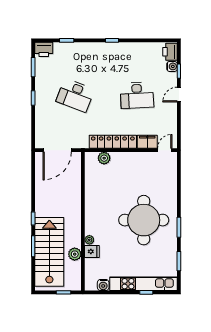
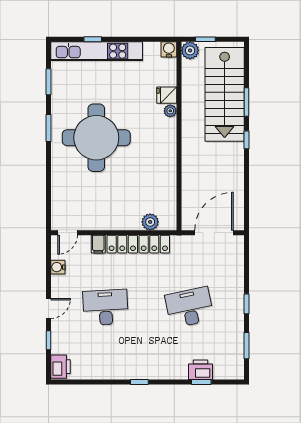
printer: (44, 49) -> (201, 370), moved
water cooler: (172, 66) -> (58, 267), moved
desk: (75, 95) -> (189, 307), turned -33
filing cabinet: (147, 142) -> (98, 244), width x0.50
plant: (75, 254) -> (190, 50), moved
water cooler: (103, 285) -> (169, 49), moved

